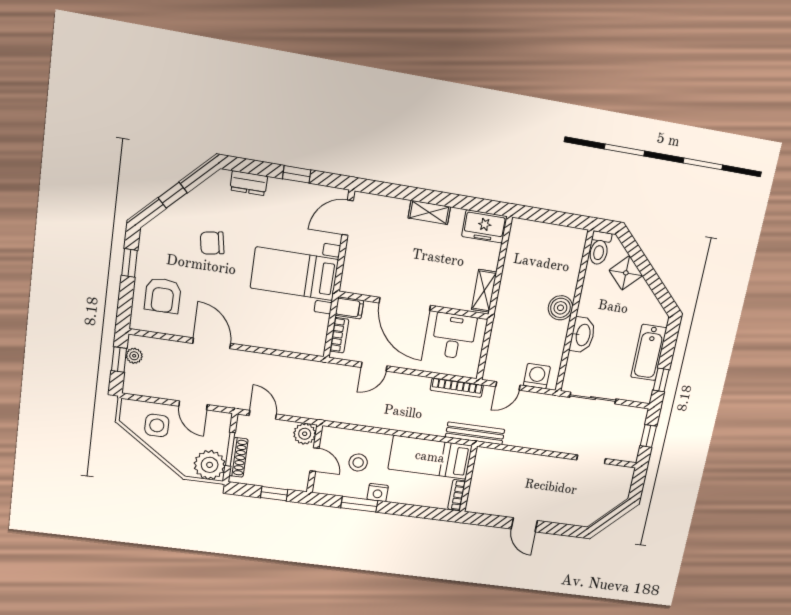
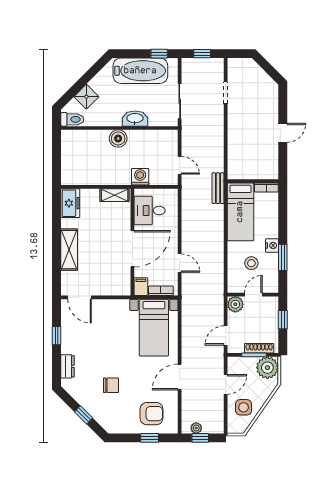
shelving: (429, 212) -> (69, 250), width x1.50, depth x1.33
chair: (212, 243) -> (111, 385), turned -80
window: (130, 263) -> (150, 438), moved
bed with nightstands: (294, 274) -> (154, 328), moved
bathtub: (649, 352) -> (140, 71), width x1.36, depth x1.36
washing machine: (537, 376) -> (140, 177), moved, turned 90
bookcase: (457, 388) -> (186, 202), removed
bench: (475, 433) -> (218, 188), width x0.73

